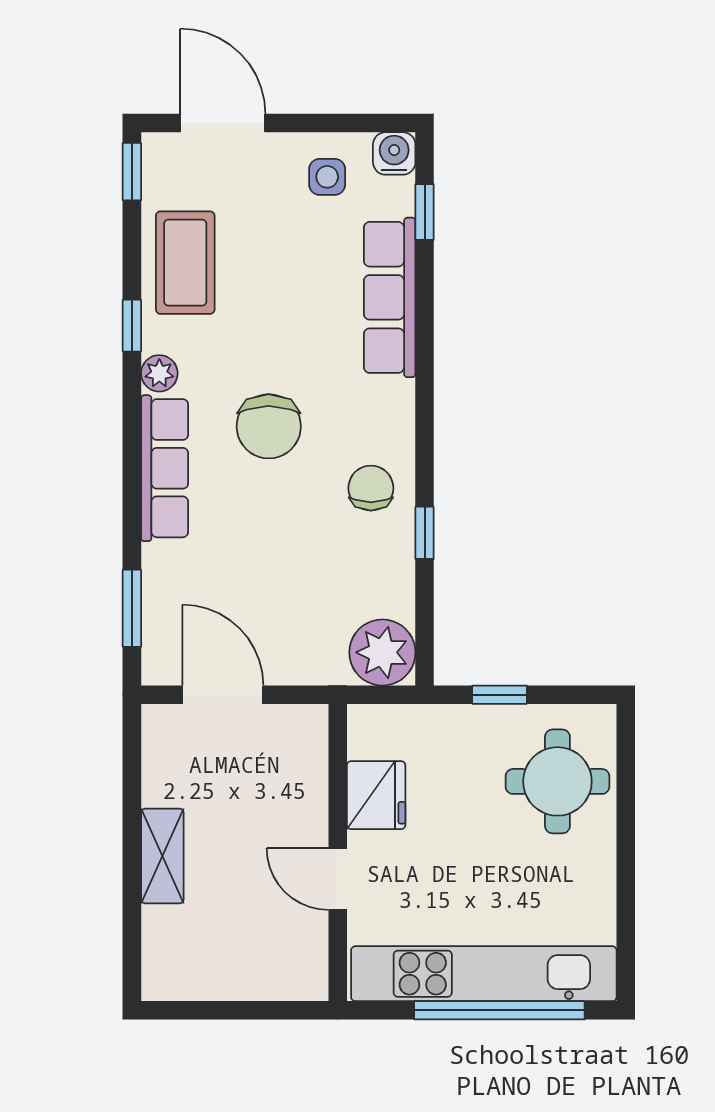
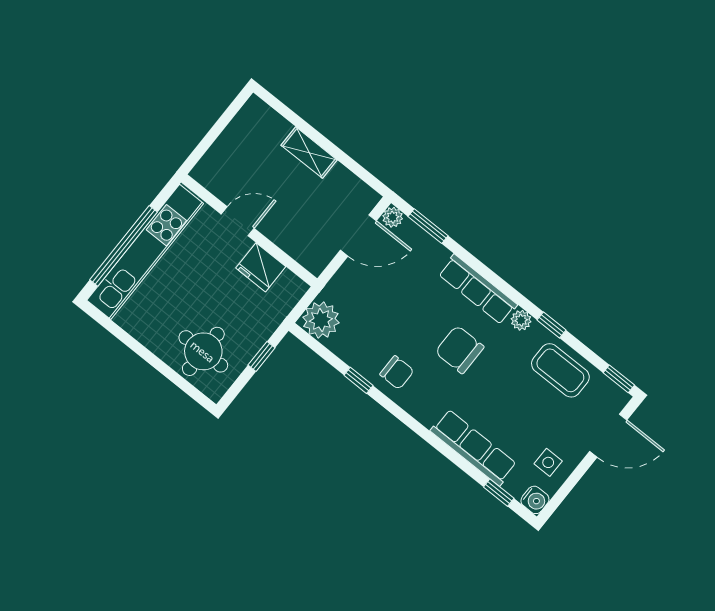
plant: (159, 667) -> (393, 217), added

